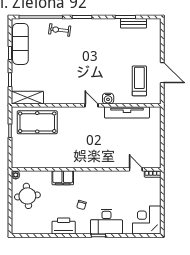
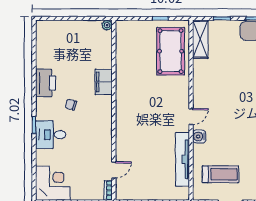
round table: (27, 196) -> (82, 39), removed
desk: (106, 222) -> (51, 135), width x0.73

